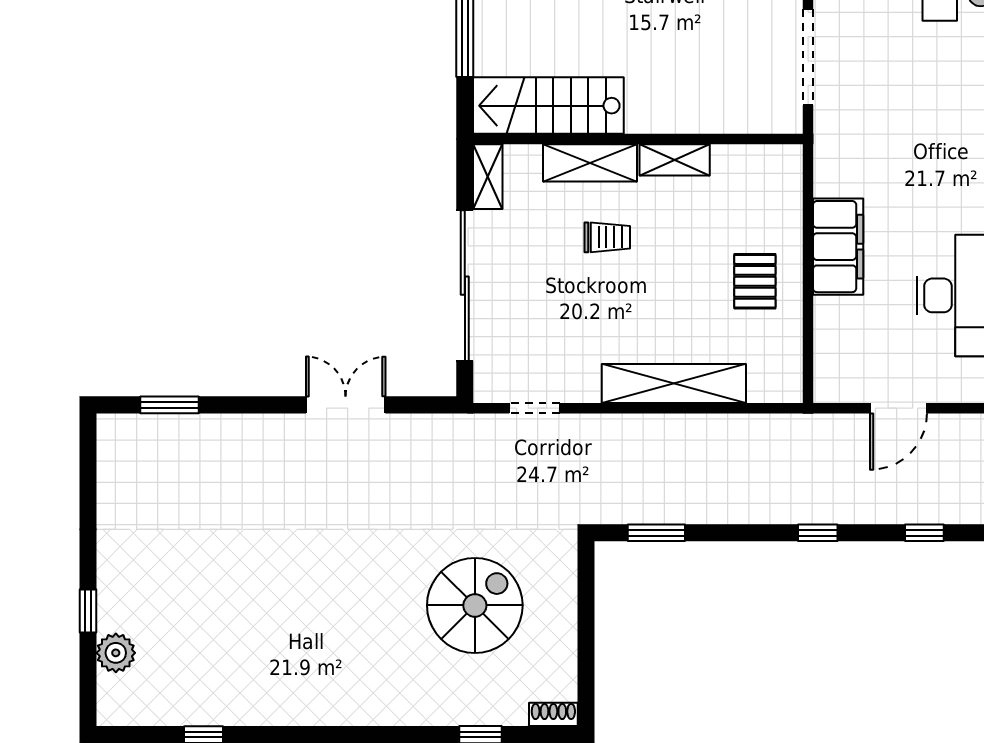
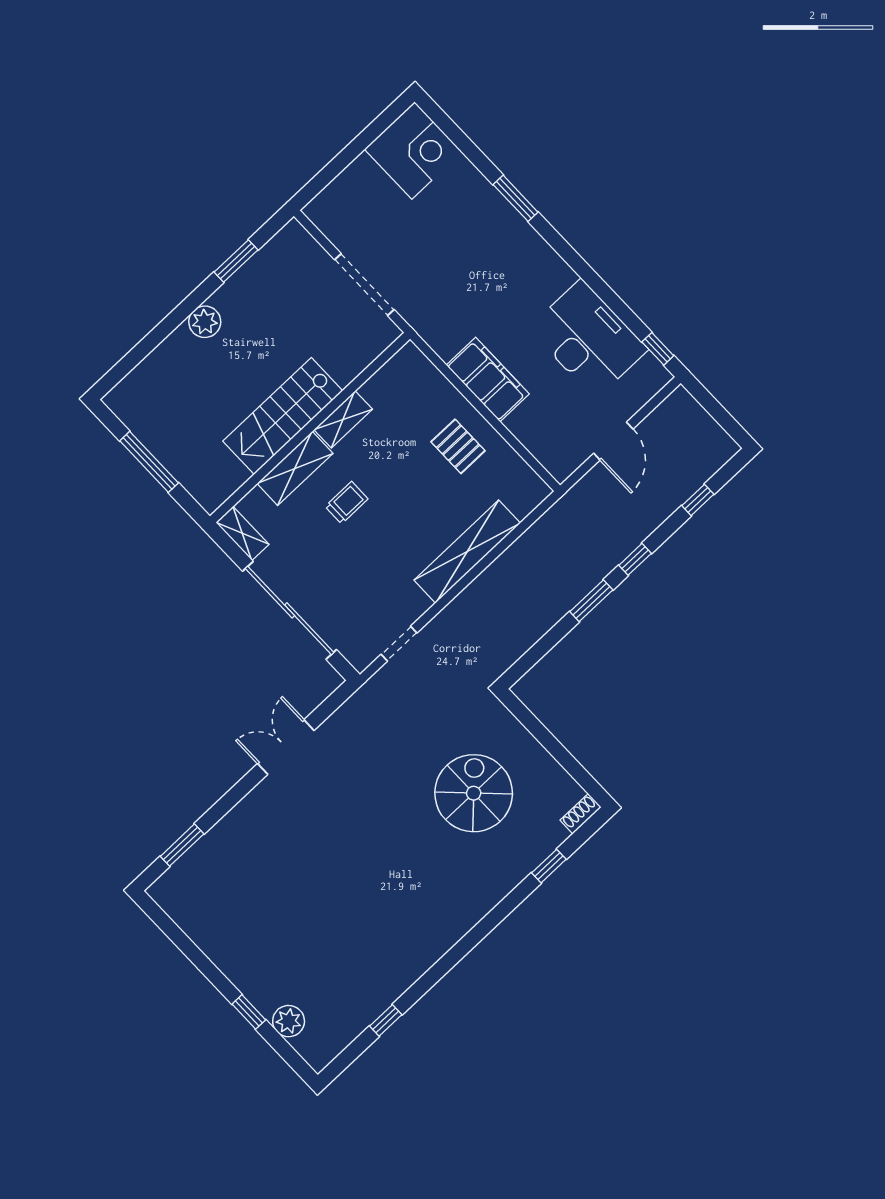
stairs: (548, 106) -> (283, 416), moved
window: (656, 533) -> (591, 601), moved

